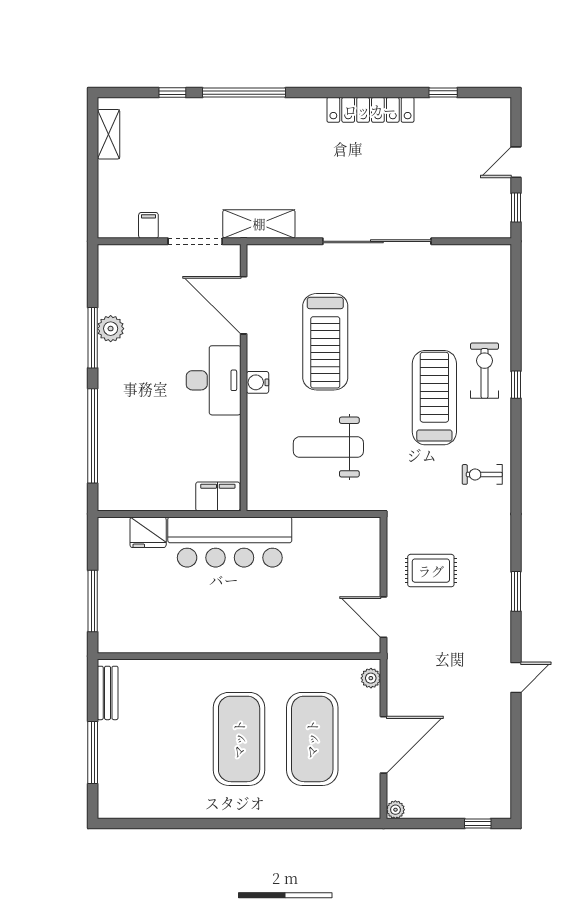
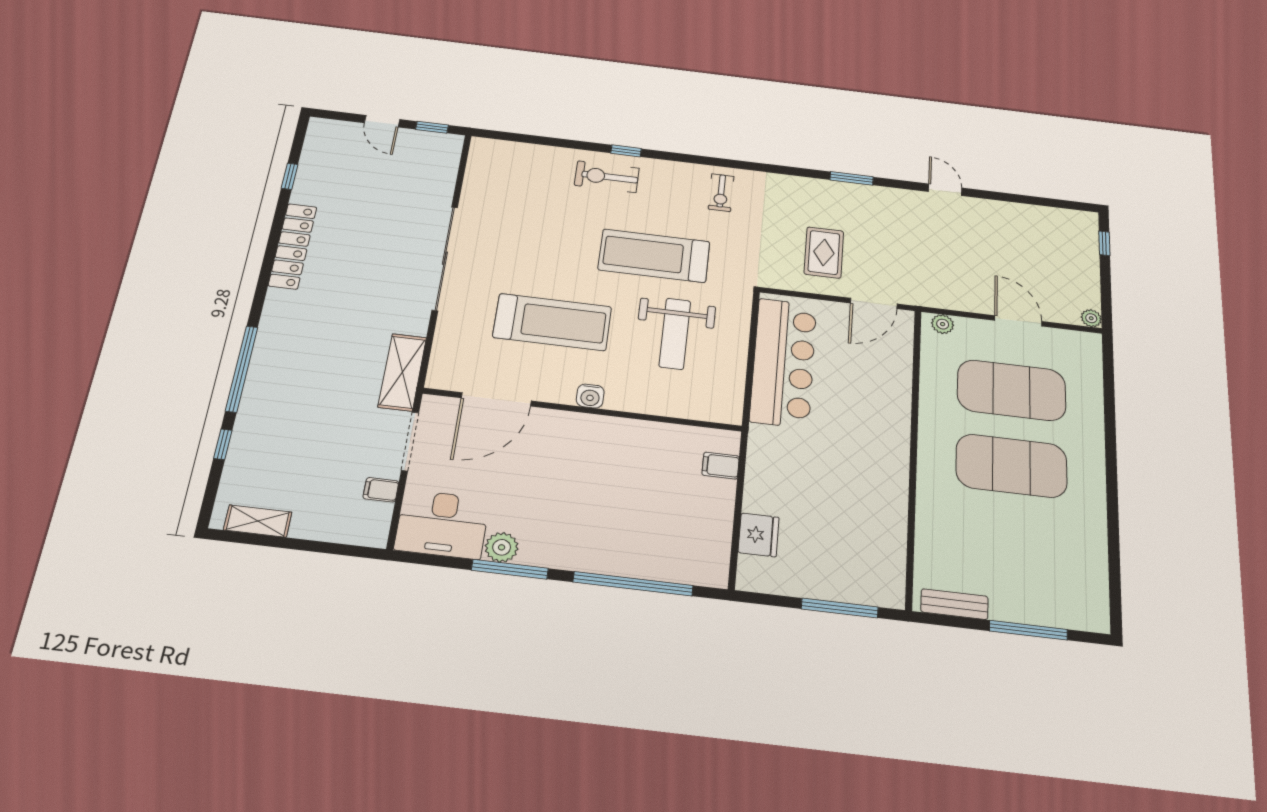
desk: (214, 380) -> (442, 524), moved, turned 180
treadmill: (434, 398) -> (654, 256), moved
filing cabinet: (218, 496) -> (721, 466), width x0.50
bar counter: (230, 542) -> (783, 362), moved
door: (384, 745) -> (1018, 321), width x0.73

